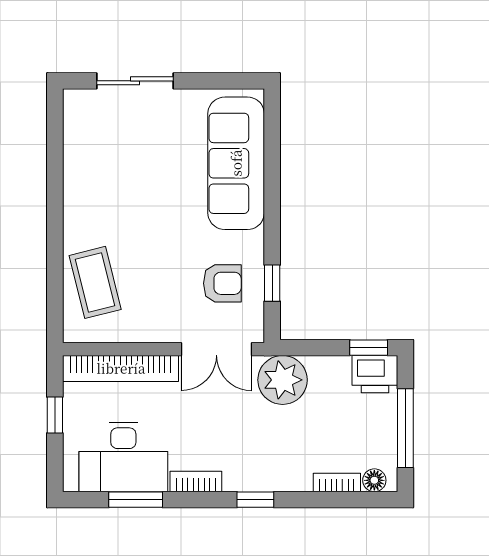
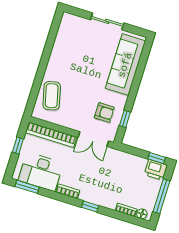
sliding door: (135, 81) -> (107, 21), moved
plant: (283, 380) -> (117, 160), removed
window: (136, 500) -> (27, 187), moved

